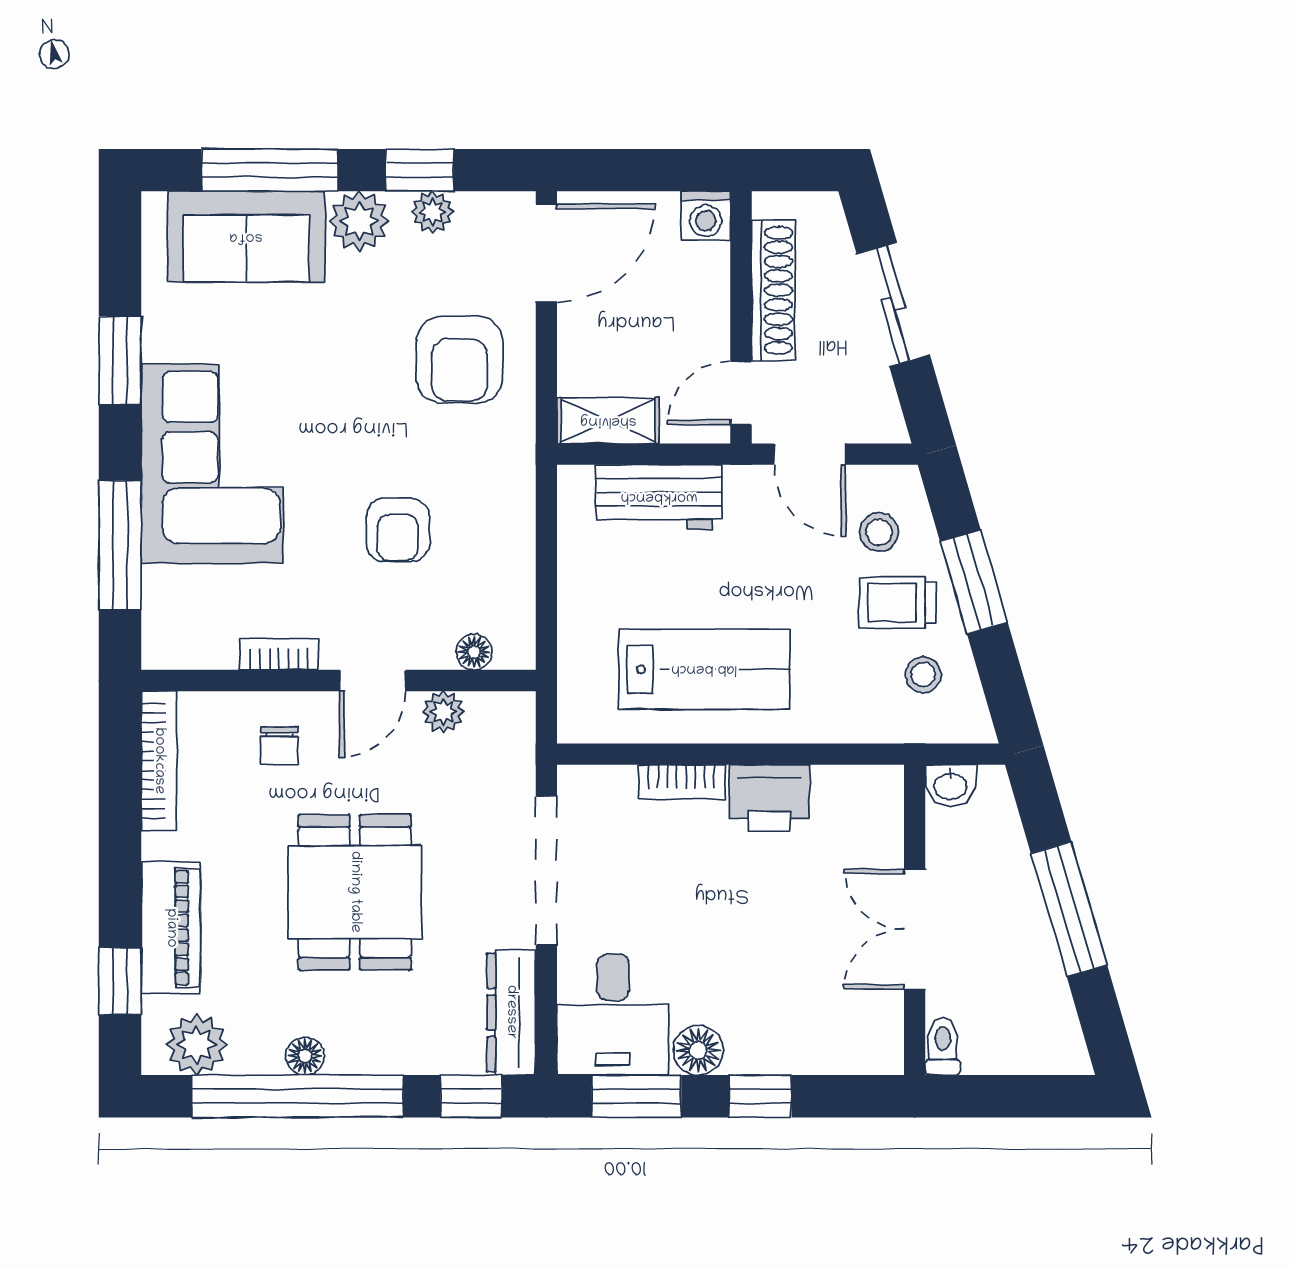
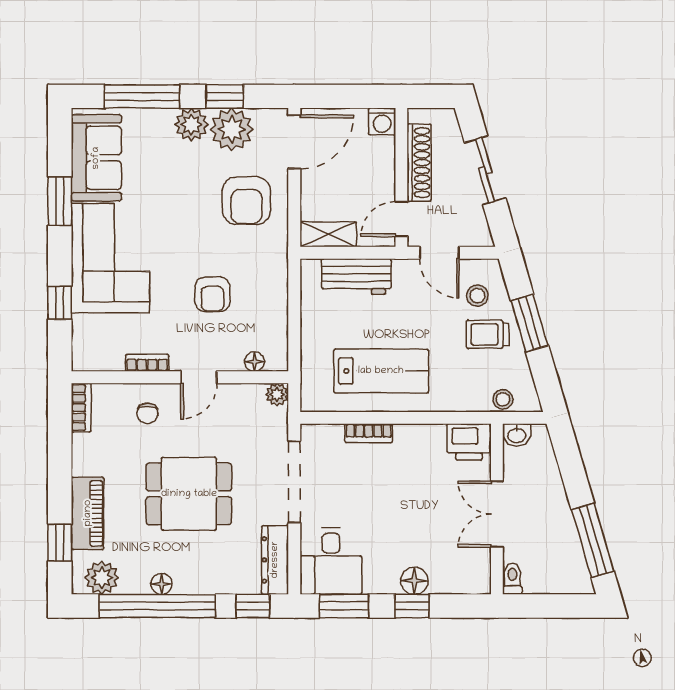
plant: (432, 212) -> (232, 129), width x1.88, depth x1.88
sofa: (246, 237) -> (96, 158), moved, turned -90
window: (120, 545) -> (60, 303), width x0.46
stool: (923, 675) -> (503, 399), moved
plant: (443, 712) -> (277, 394), moved
bookcase: (159, 761) -> (81, 408), width x0.64
printer: (769, 798) -> (469, 442), moved
dining table: (355, 892) -> (189, 494), turned 90
window: (1069, 909) -> (593, 540), moved
floor lamp: (698, 1050) -> (414, 581), moved

